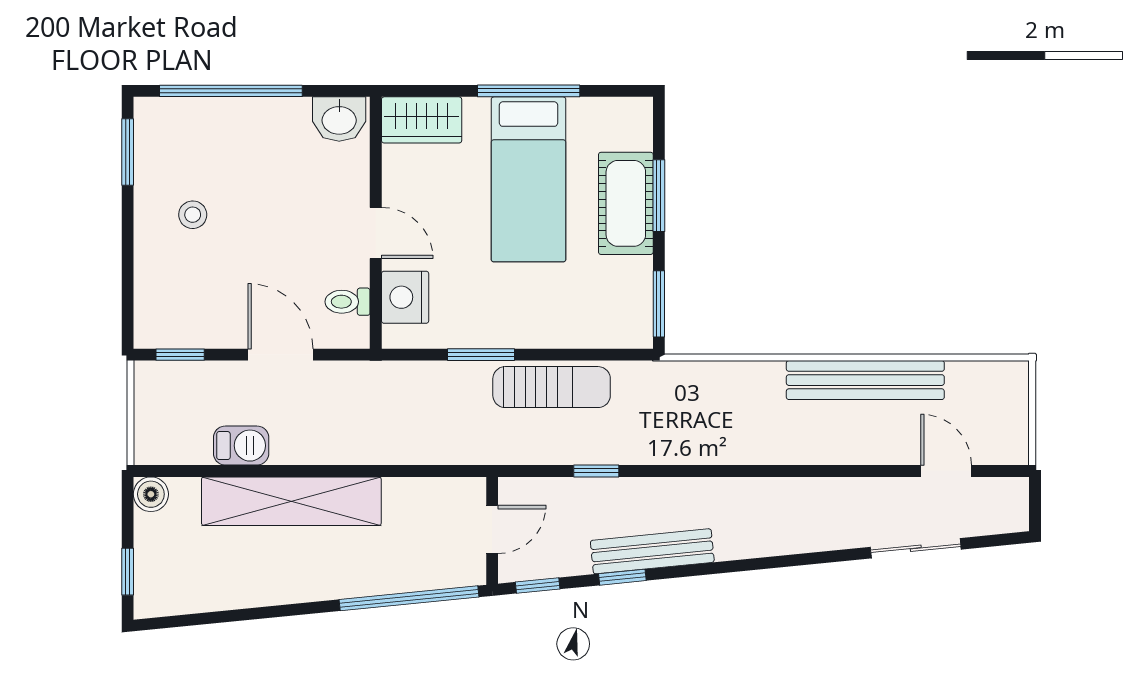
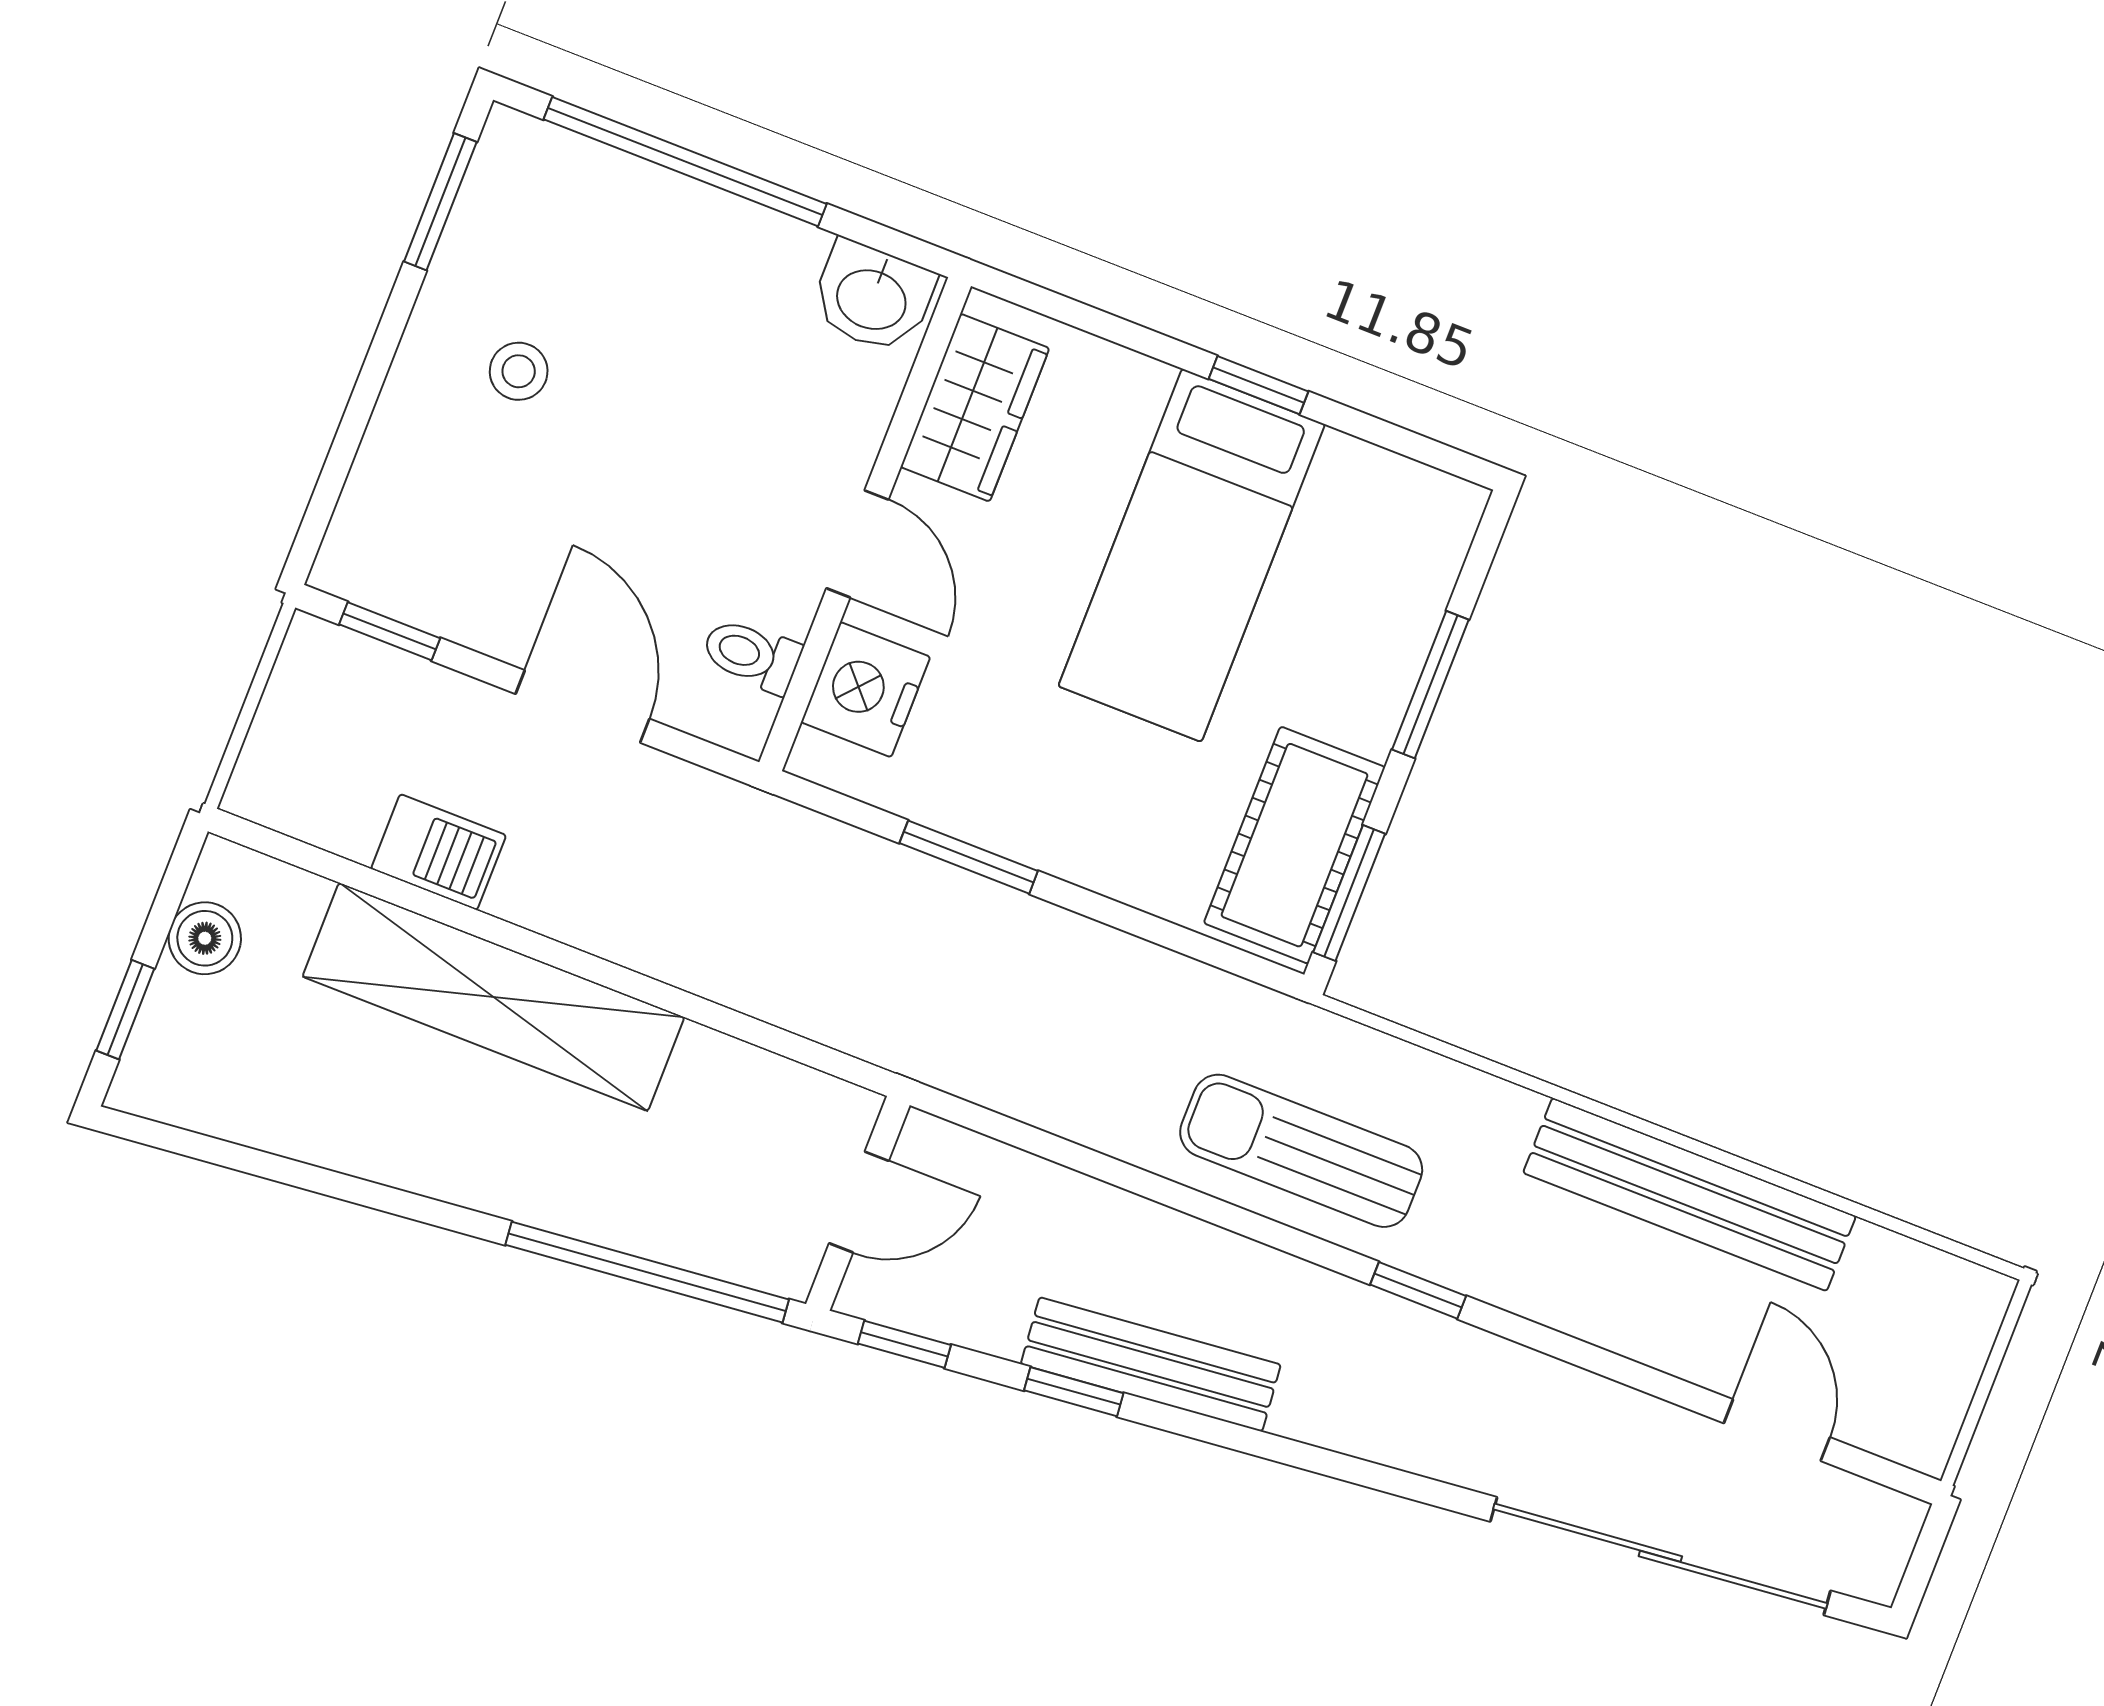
window: (529, 91) -> (1258, 385), width x0.46
wardrobe: (422, 120) -> (975, 408), moved, turned -90
cot: (626, 203) -> (1295, 845), moved
sun lounger: (552, 387) -> (1301, 1151), moved, turned 180
window: (596, 471) -> (1418, 1290), moved
boiler: (151, 494) -> (205, 938), moved
sliding door: (916, 548) -> (1660, 1556), width x1.86

